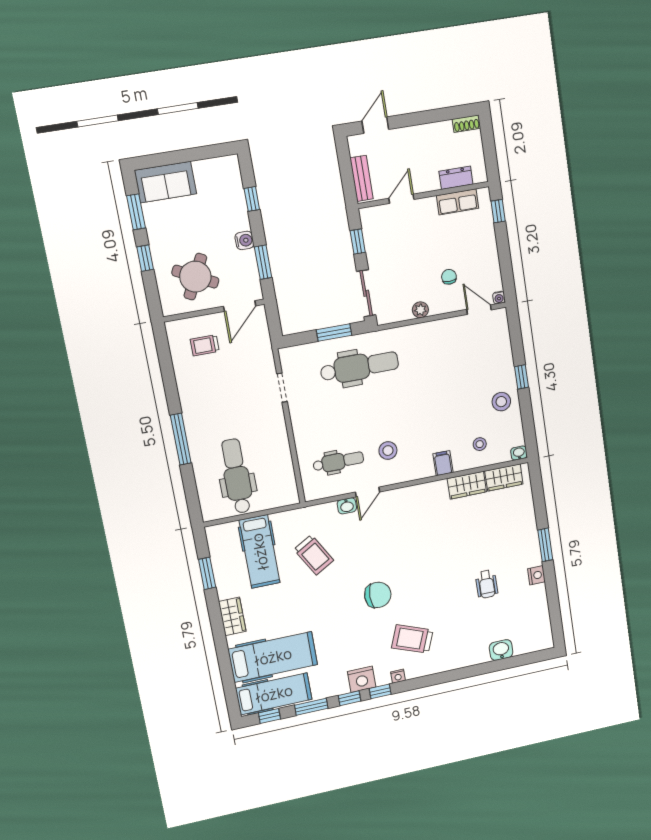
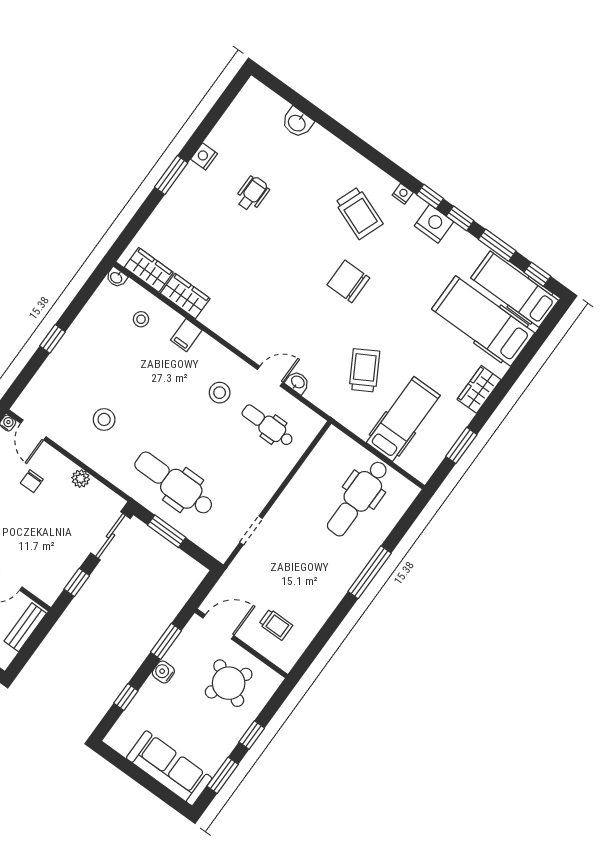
sofa: (165, 182) -> (169, 768), width x1.36
stool: (501, 402) -> (104, 419), moved

